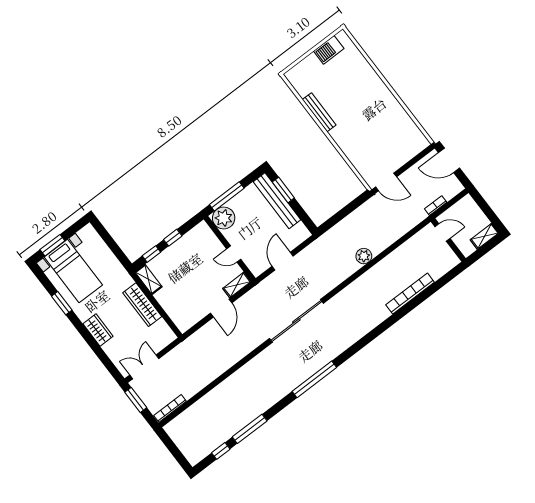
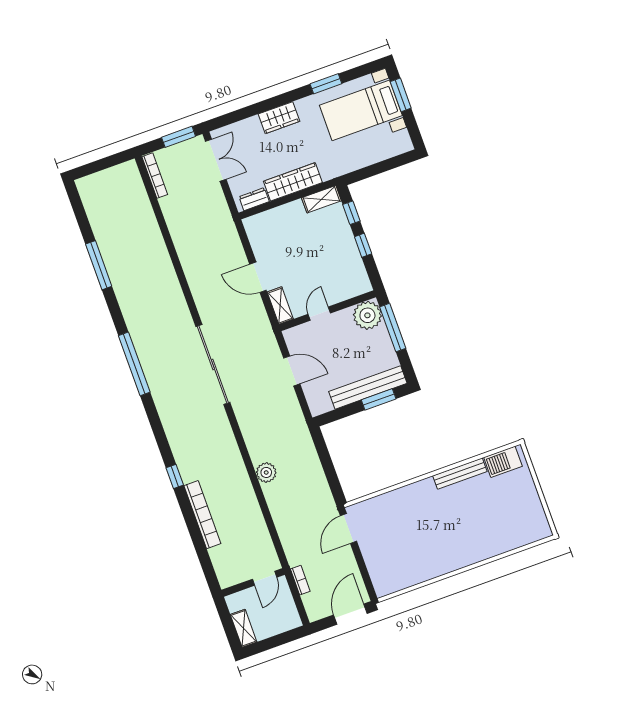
barbecue: (329, 50) -> (503, 462), moved, turned -90
dresser: (164, 329) -> (254, 199), added
window: (221, 451) -> (175, 476), moved

